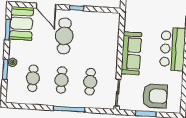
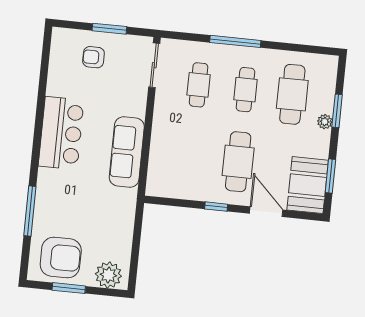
sofa: (131, 53) -> (127, 152), moved
cafe table: (33, 78) -> (292, 94), width x1.37, depth x1.35
armchair: (155, 96) -> (93, 57), width x0.53, depth x0.53

